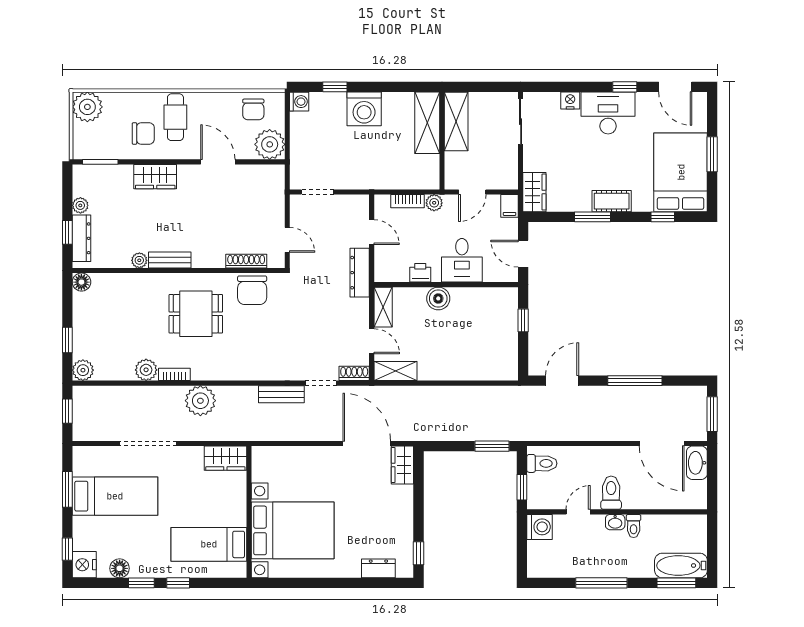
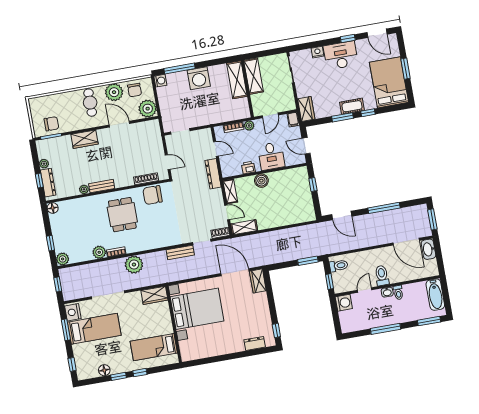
window: (335, 87) -> (180, 68), width x2.17
plant: (87, 107) -> (114, 92), moved
chair: (143, 133) -> (51, 124), moved
window: (663, 217) -> (368, 113), moved
chair: (252, 290) -> (153, 195), turned 90
dining table: (196, 314) -> (122, 215), turned 90
door: (562, 381) -> (342, 215), swing flipped
bed with nightstands: (293, 530) -> (197, 309), moved
nightstand: (84, 565) -> (73, 312), moved
bathtub: (681, 566) -> (435, 295), moved, turned -90

